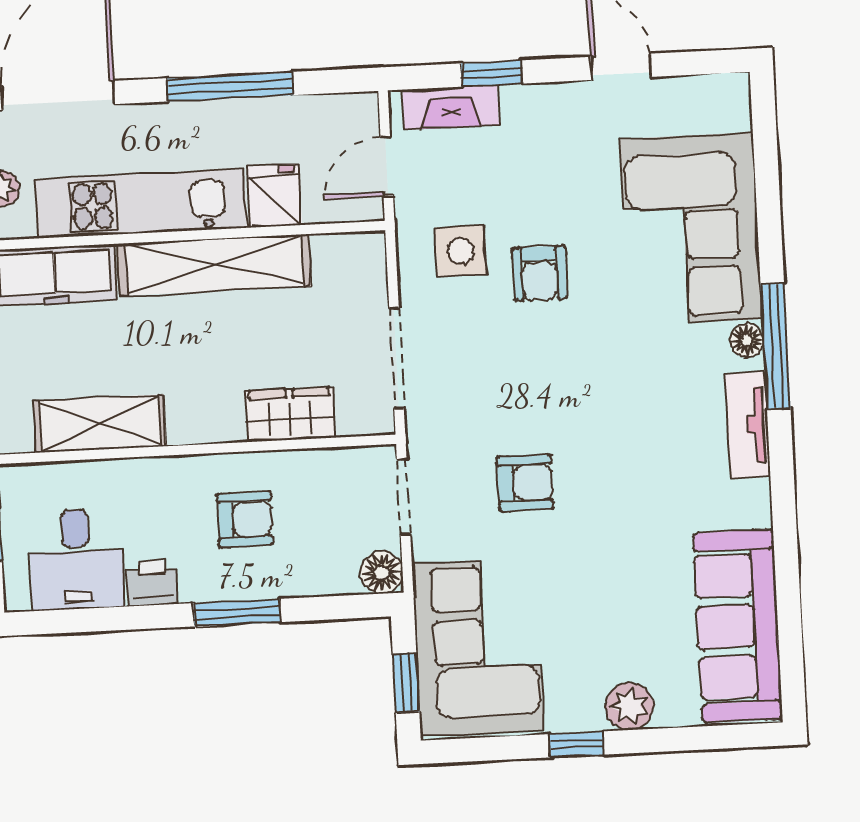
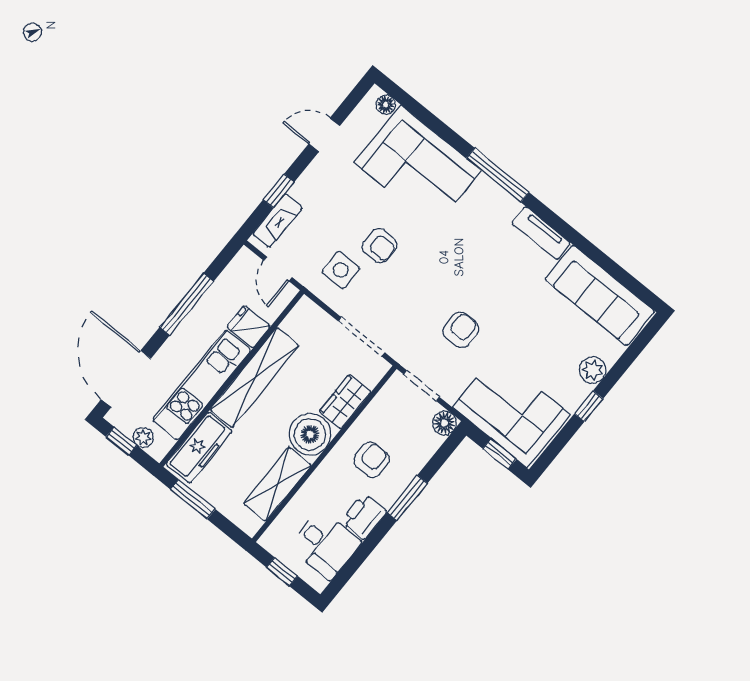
floor lamp: (747, 340) -> (386, 105), moved
boiler: (205, 407) -> (310, 434), added
tv unit: (748, 425) -> (541, 233), moved
printer: (152, 583) -> (364, 516), width x1.36, depth x1.24

